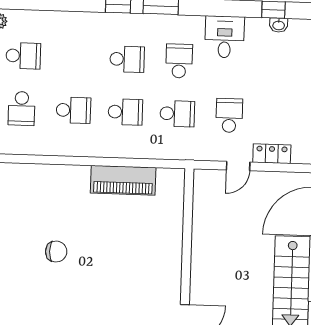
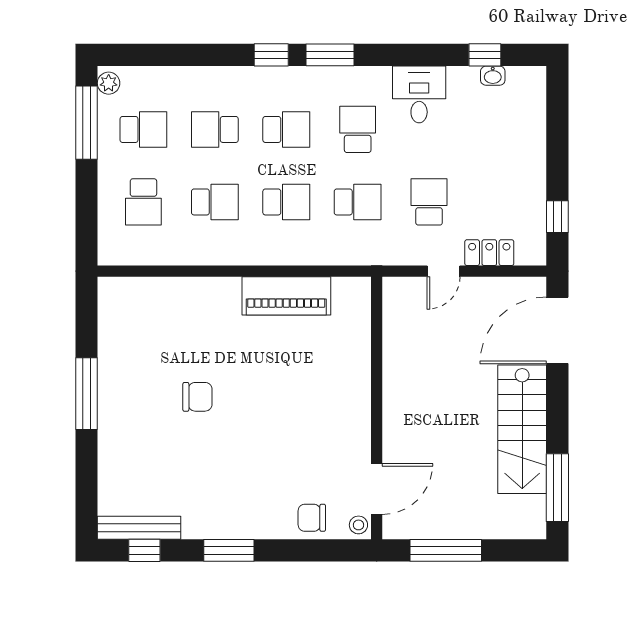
school desk: (75, 57) -> (215, 129), added

